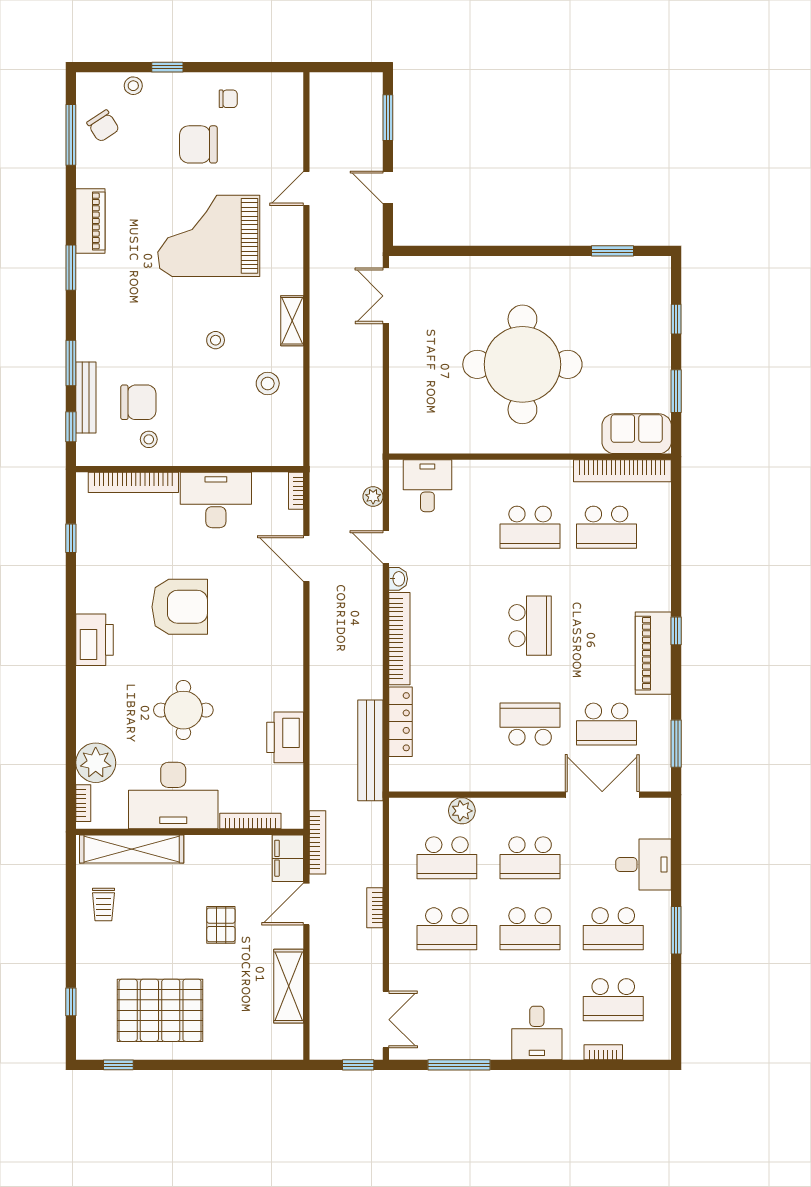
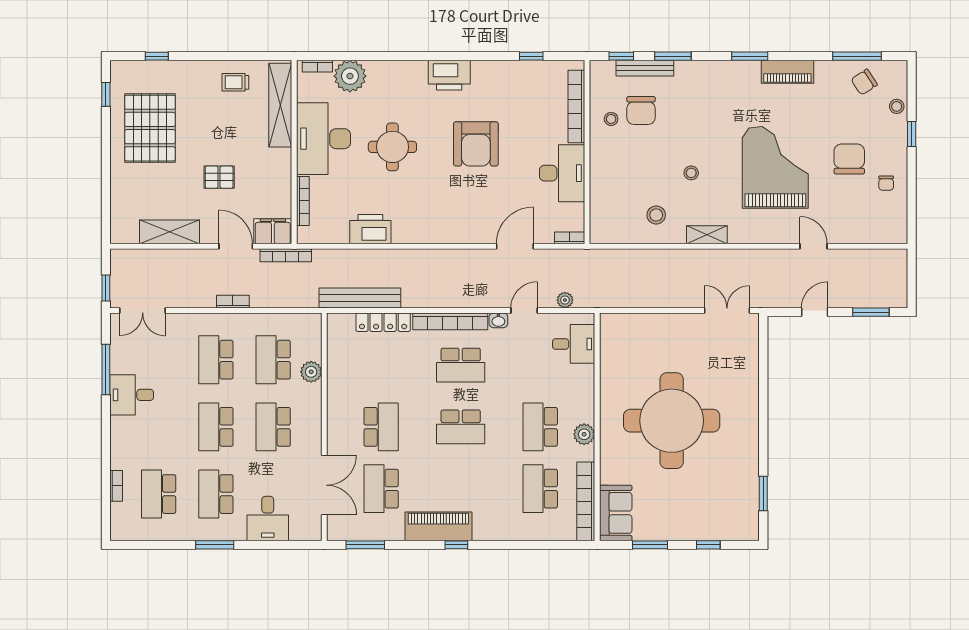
plant: (539, 473) -> (584, 434), added
school desk: (454, 626) -> (461, 365), added
desk: (537, 1033) -> (132, 395), moved

